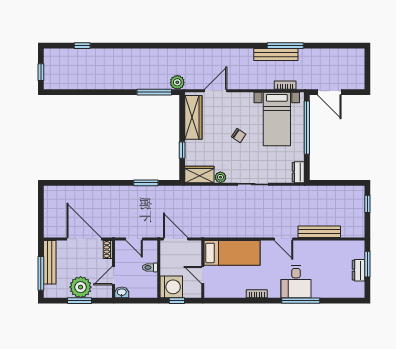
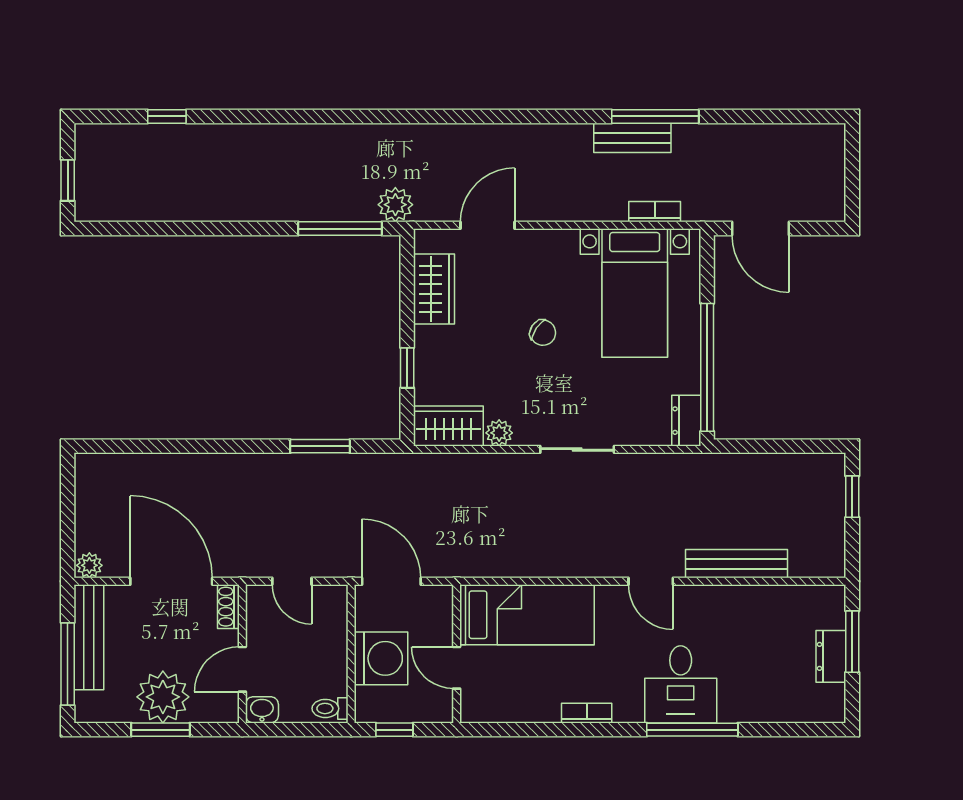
bench: (276, 54) -> (632, 138), width x0.73
wardrobe: (193, 117) -> (434, 289), width x0.67
window: (307, 128) -> (707, 367), moved
plant: (50, 232) -> (89, 565), added
toilet: (150, 267) -> (330, 708), moved
washing machine: (171, 287) -> (381, 658), moved

